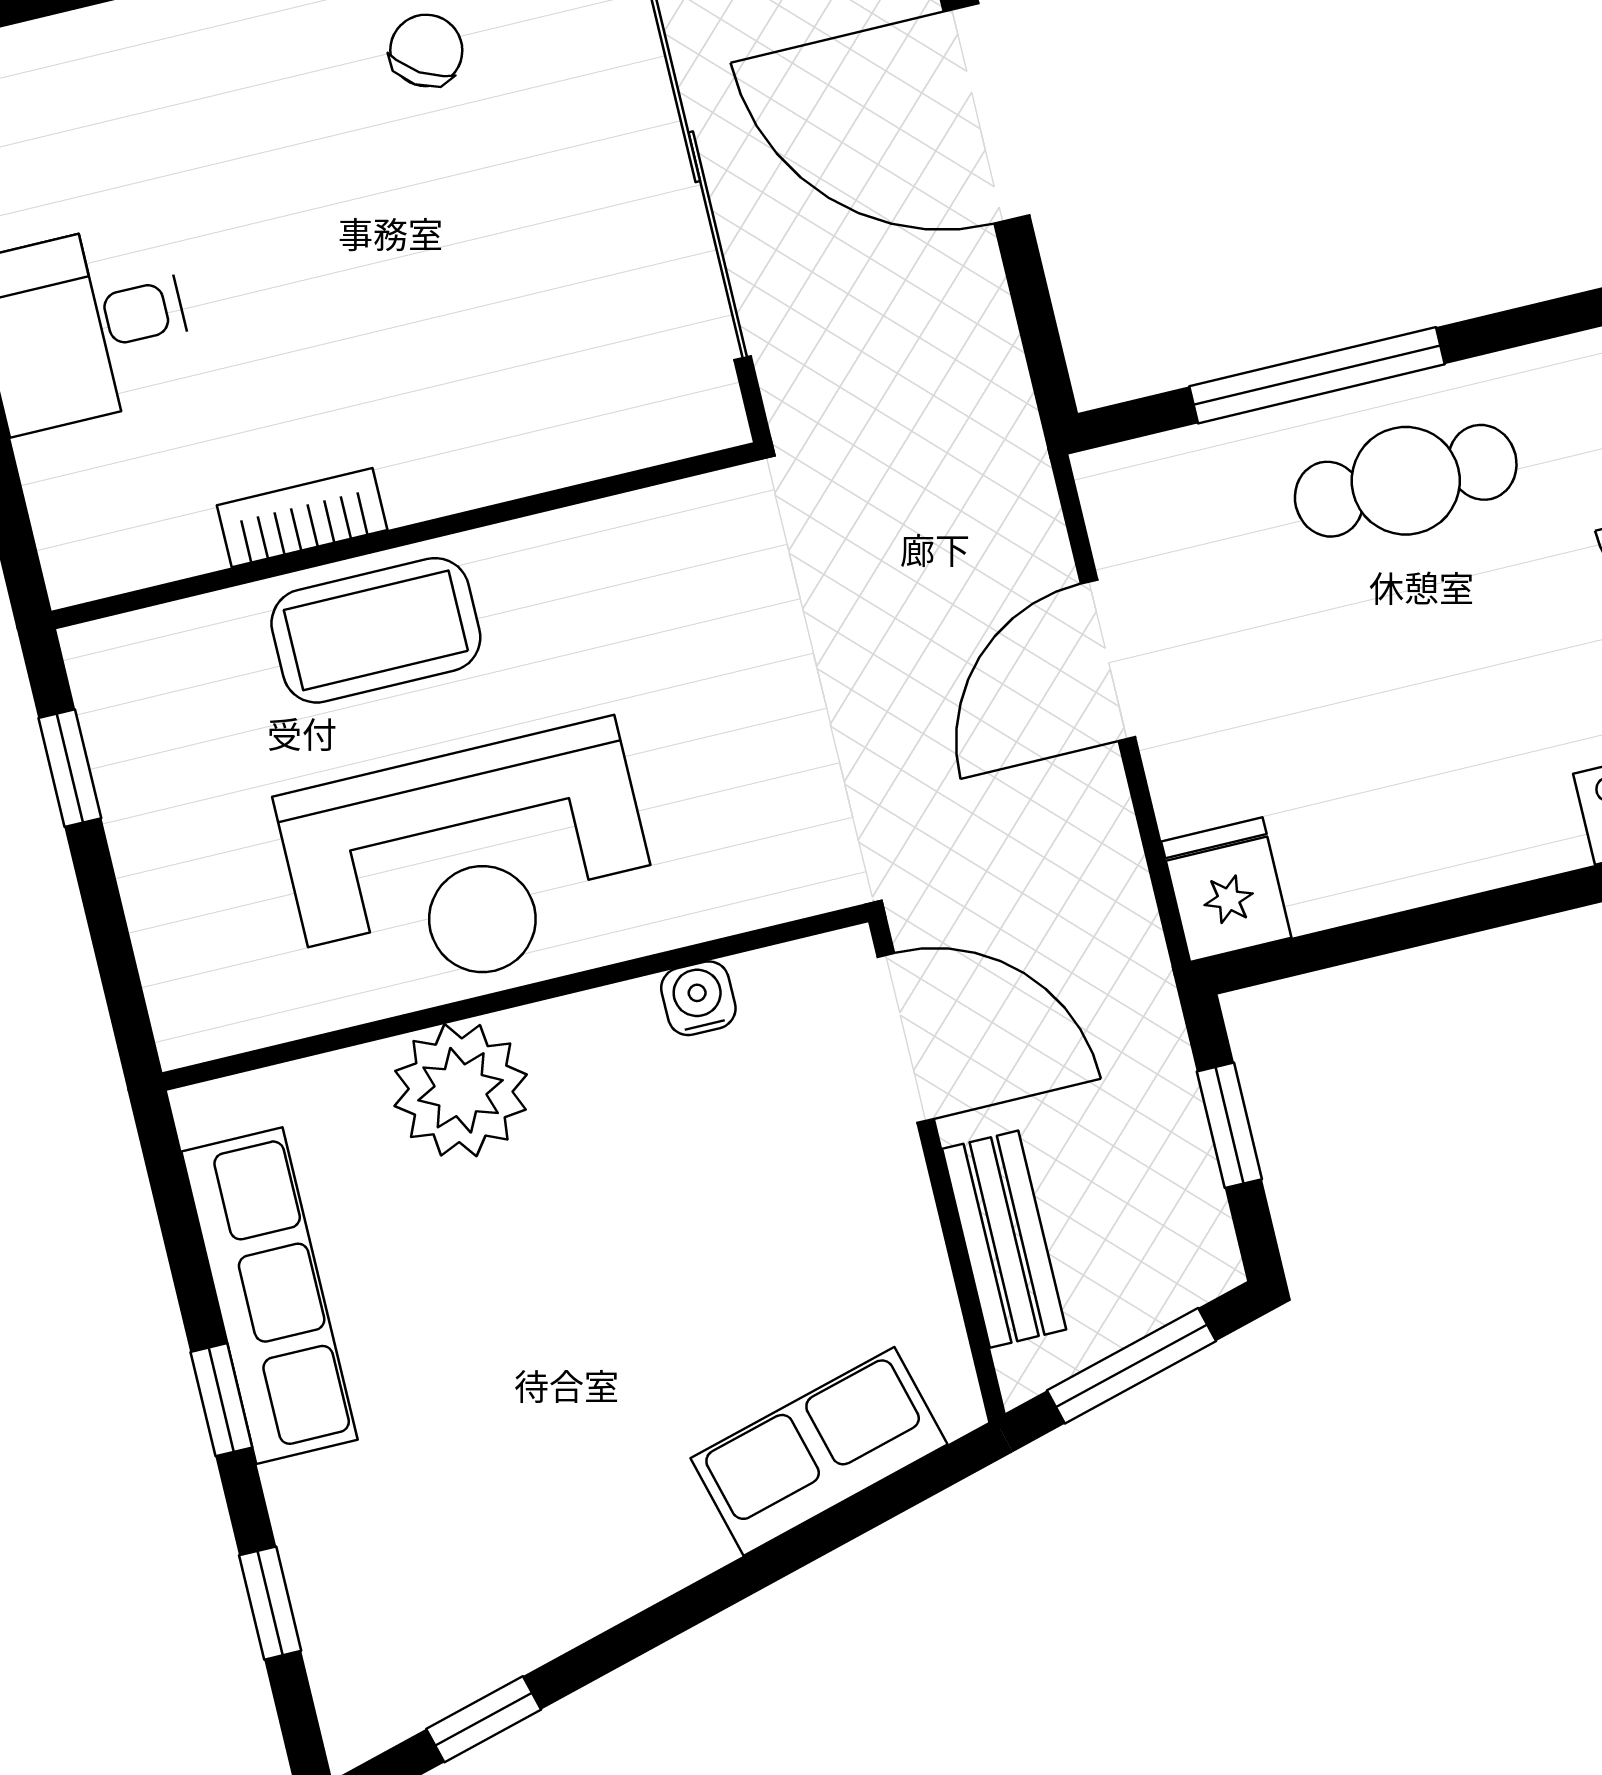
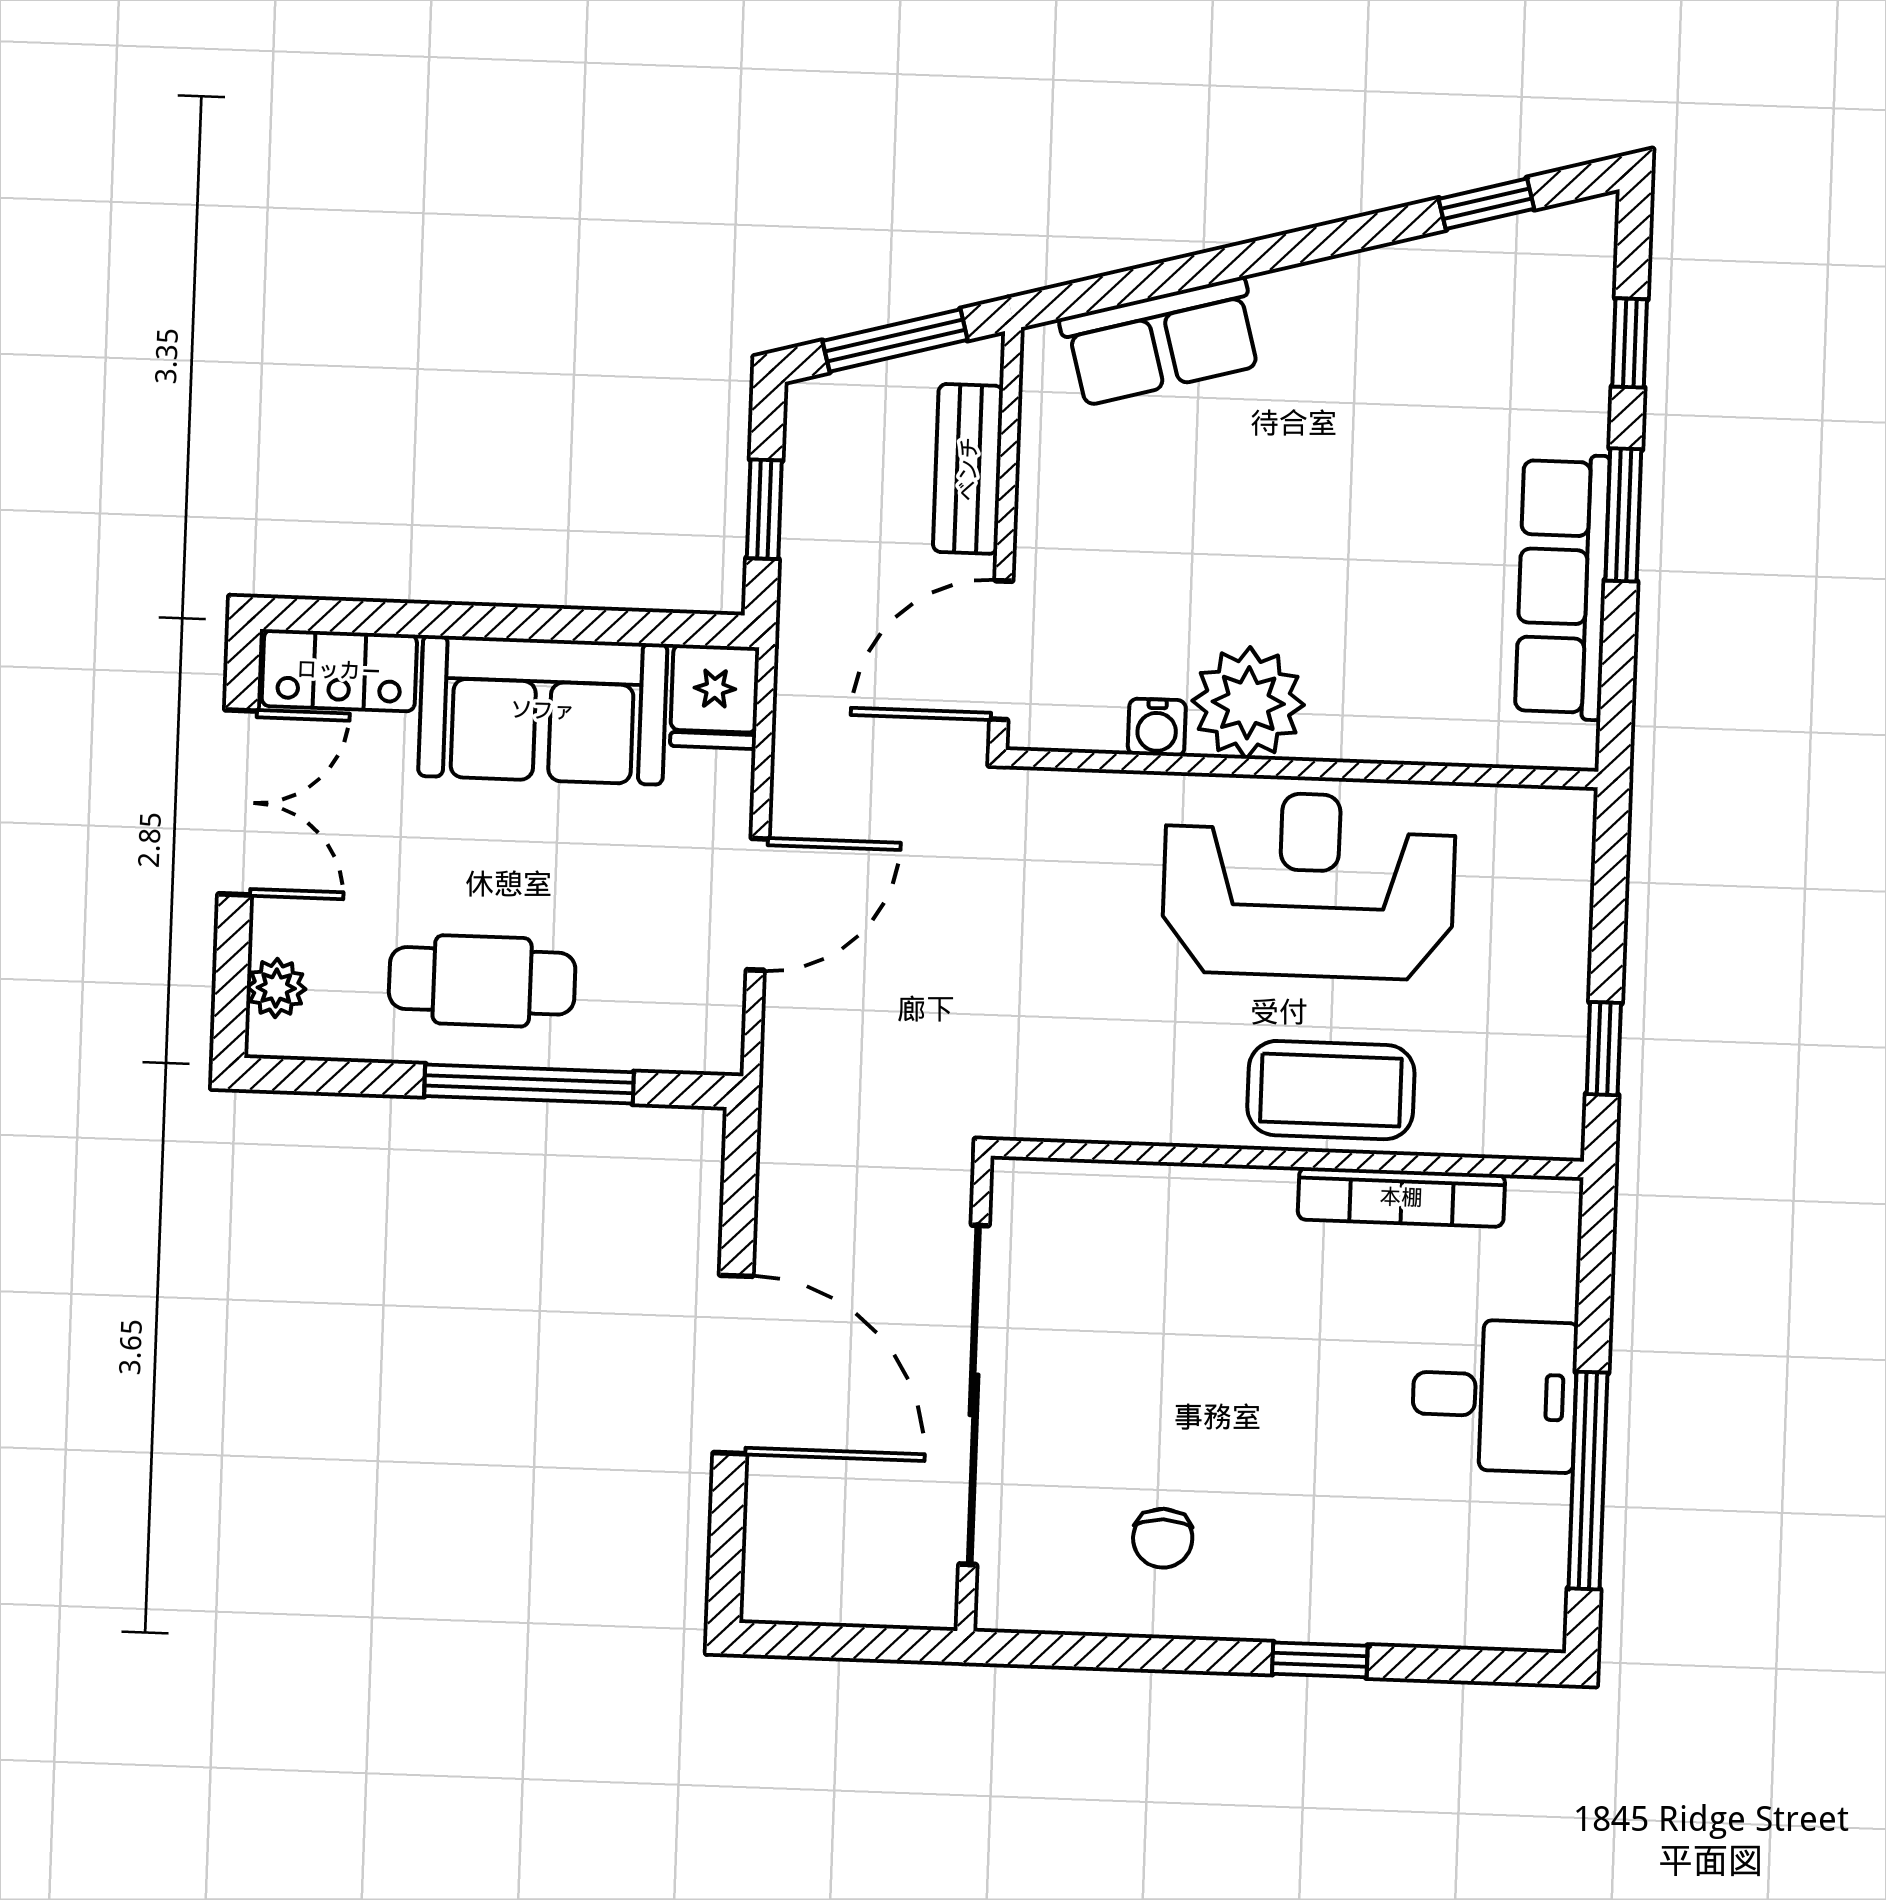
chair: (426, 50) -> (1163, 1538), turned -32
bookcase: (302, 518) -> (1401, 1197), width x1.56
sofa: (1423, 818) -> (543, 710), added
door: (906, 1038) -> (1001, 650), hinge flipped
plant: (461, 1090) -> (1248, 703), moved
window: (221, 1400) -> (1623, 515), width x1.50

